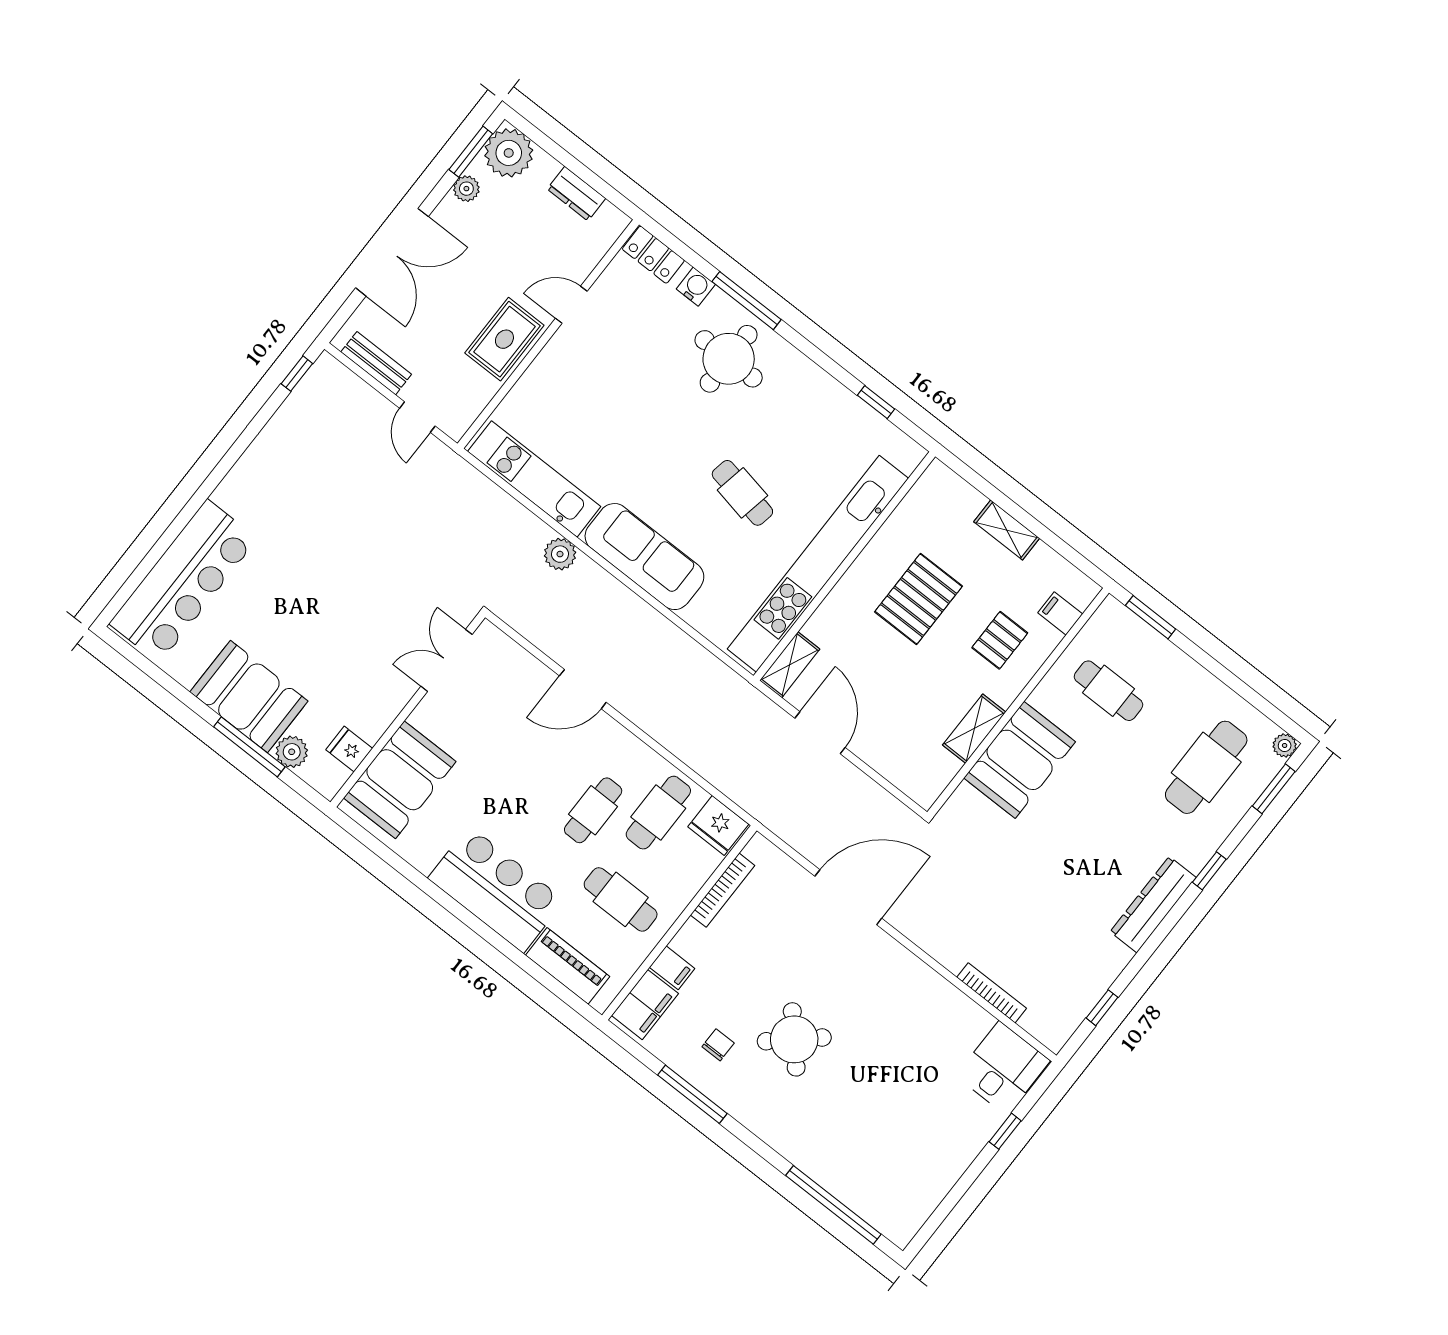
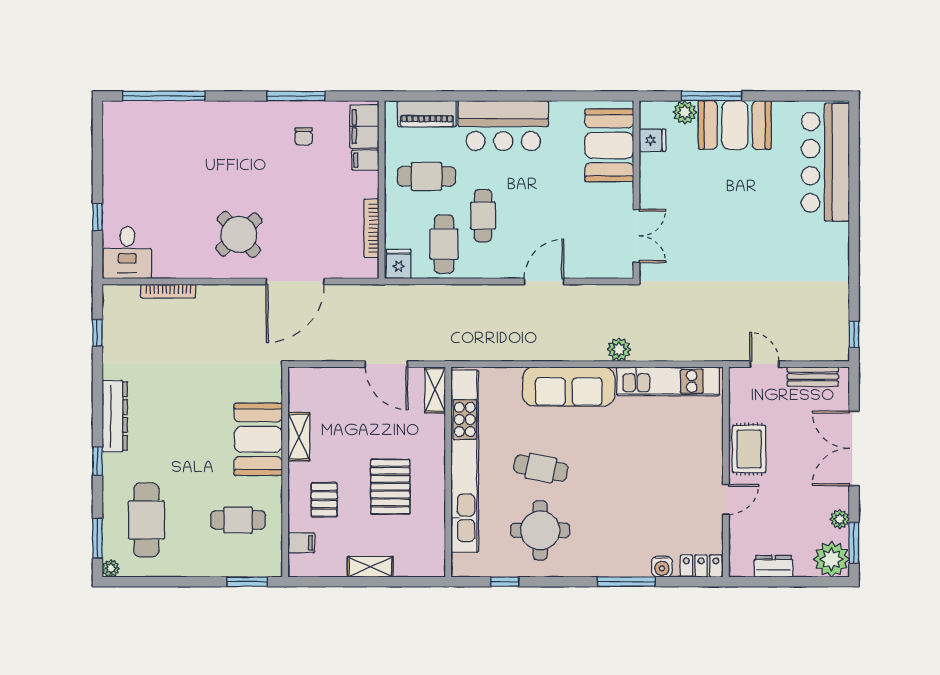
round table: (729, 359) -> (540, 530), moved
fridge: (718, 825) -> (399, 264), width x0.72
round table: (794, 1039) -> (239, 234), moved

